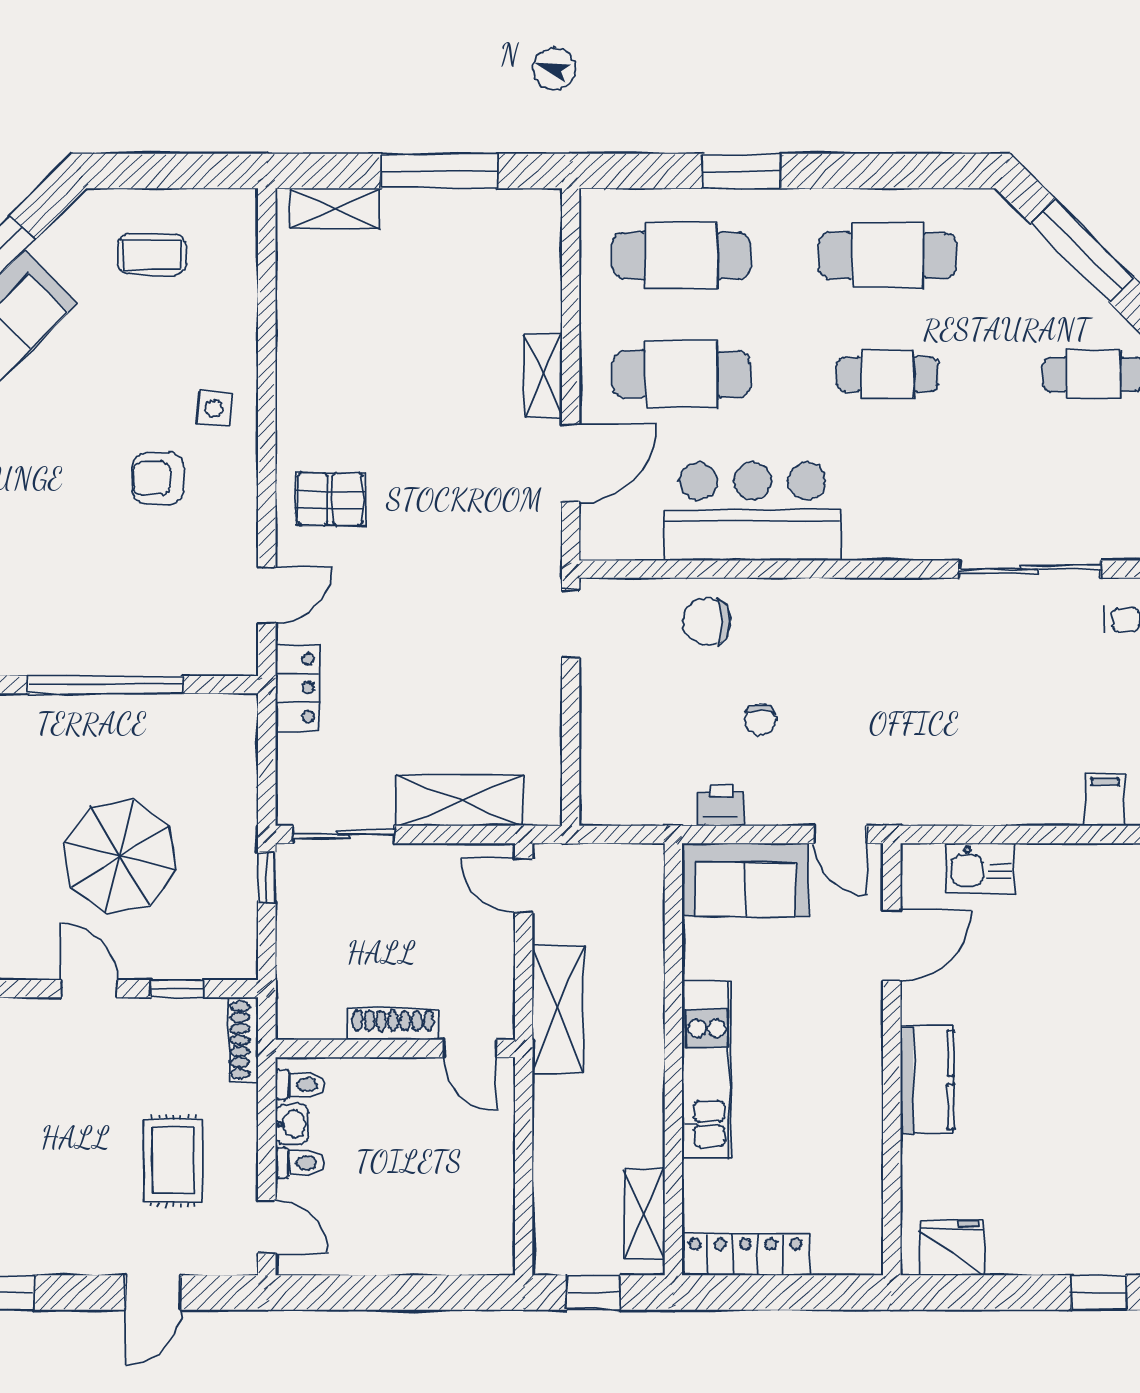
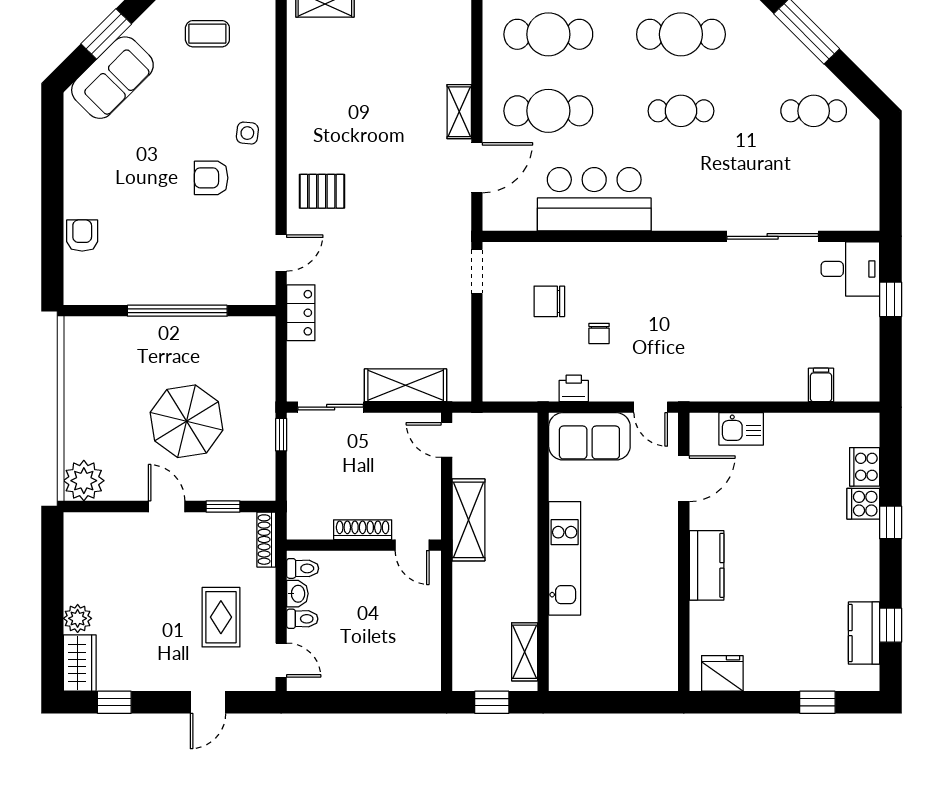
chair: (707, 621) -> (549, 301), moved
locker: (745, 1254) -> (589, 678), removed

